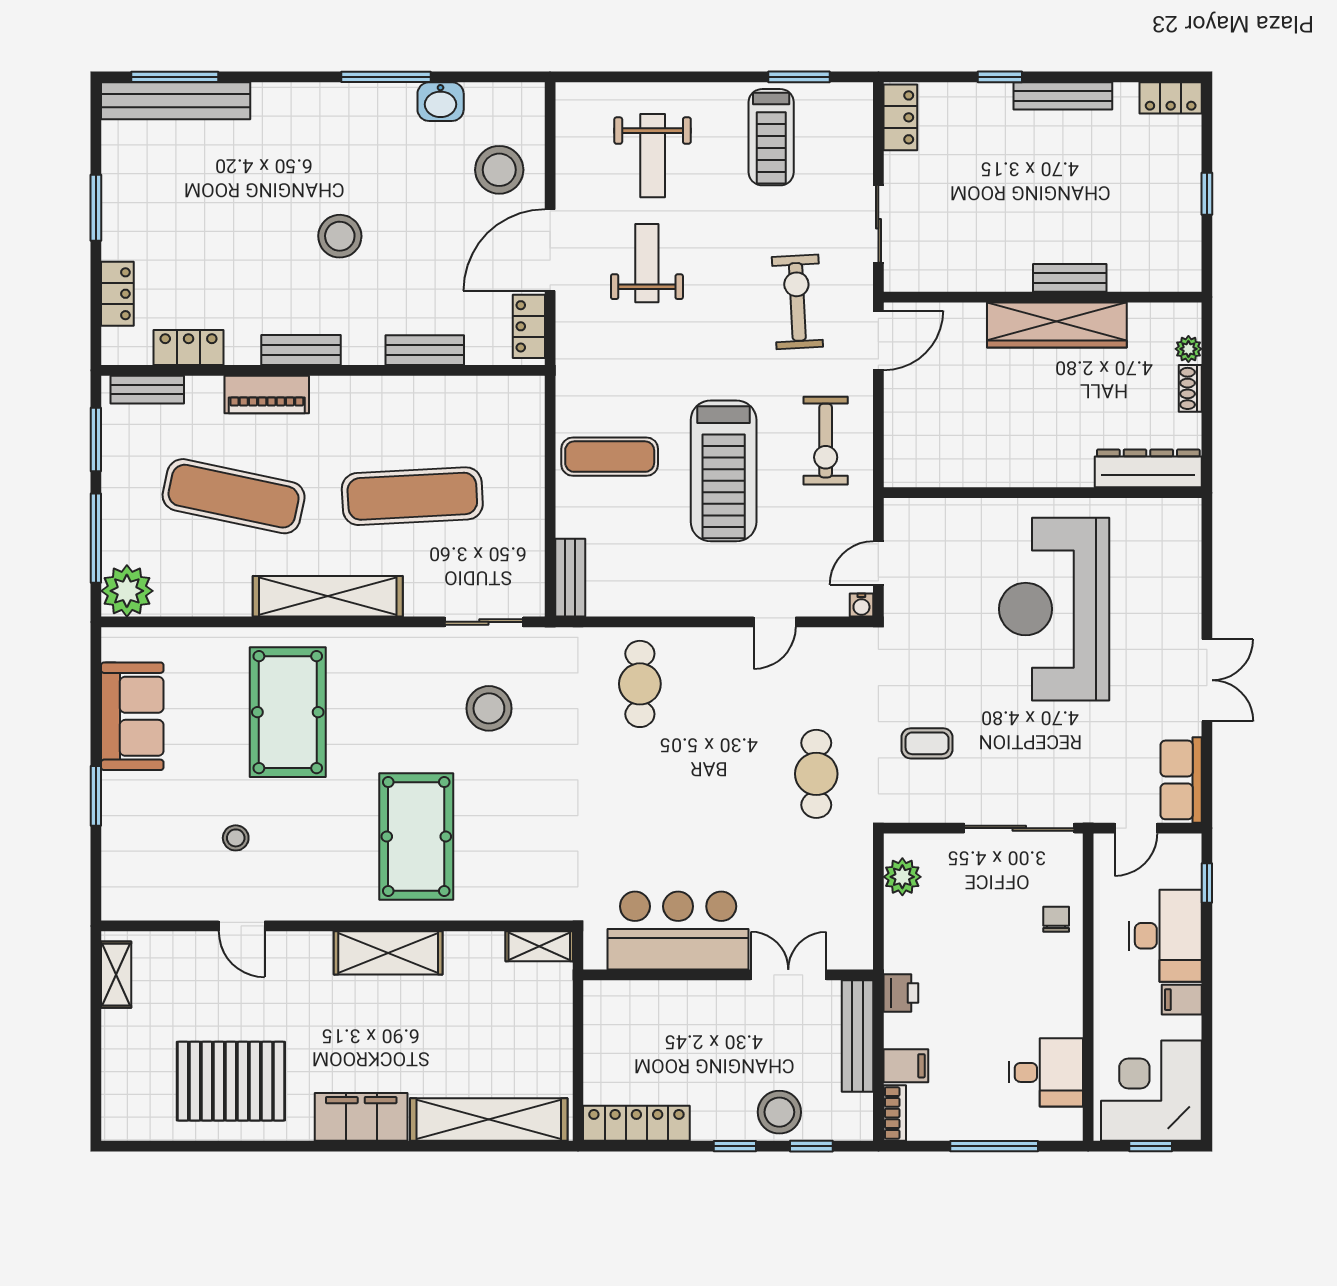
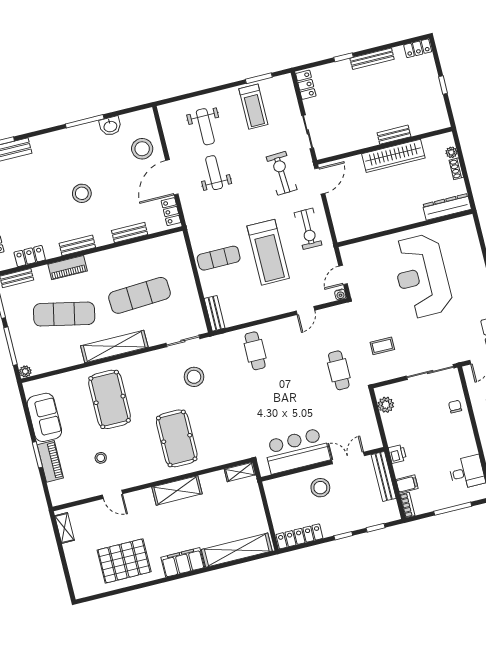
plant: (127, 591) -> (25, 371), width x0.53, depth x0.53
piano: (121, 818) -> (50, 461), added
stool: (779, 1112) -> (320, 488), moved

